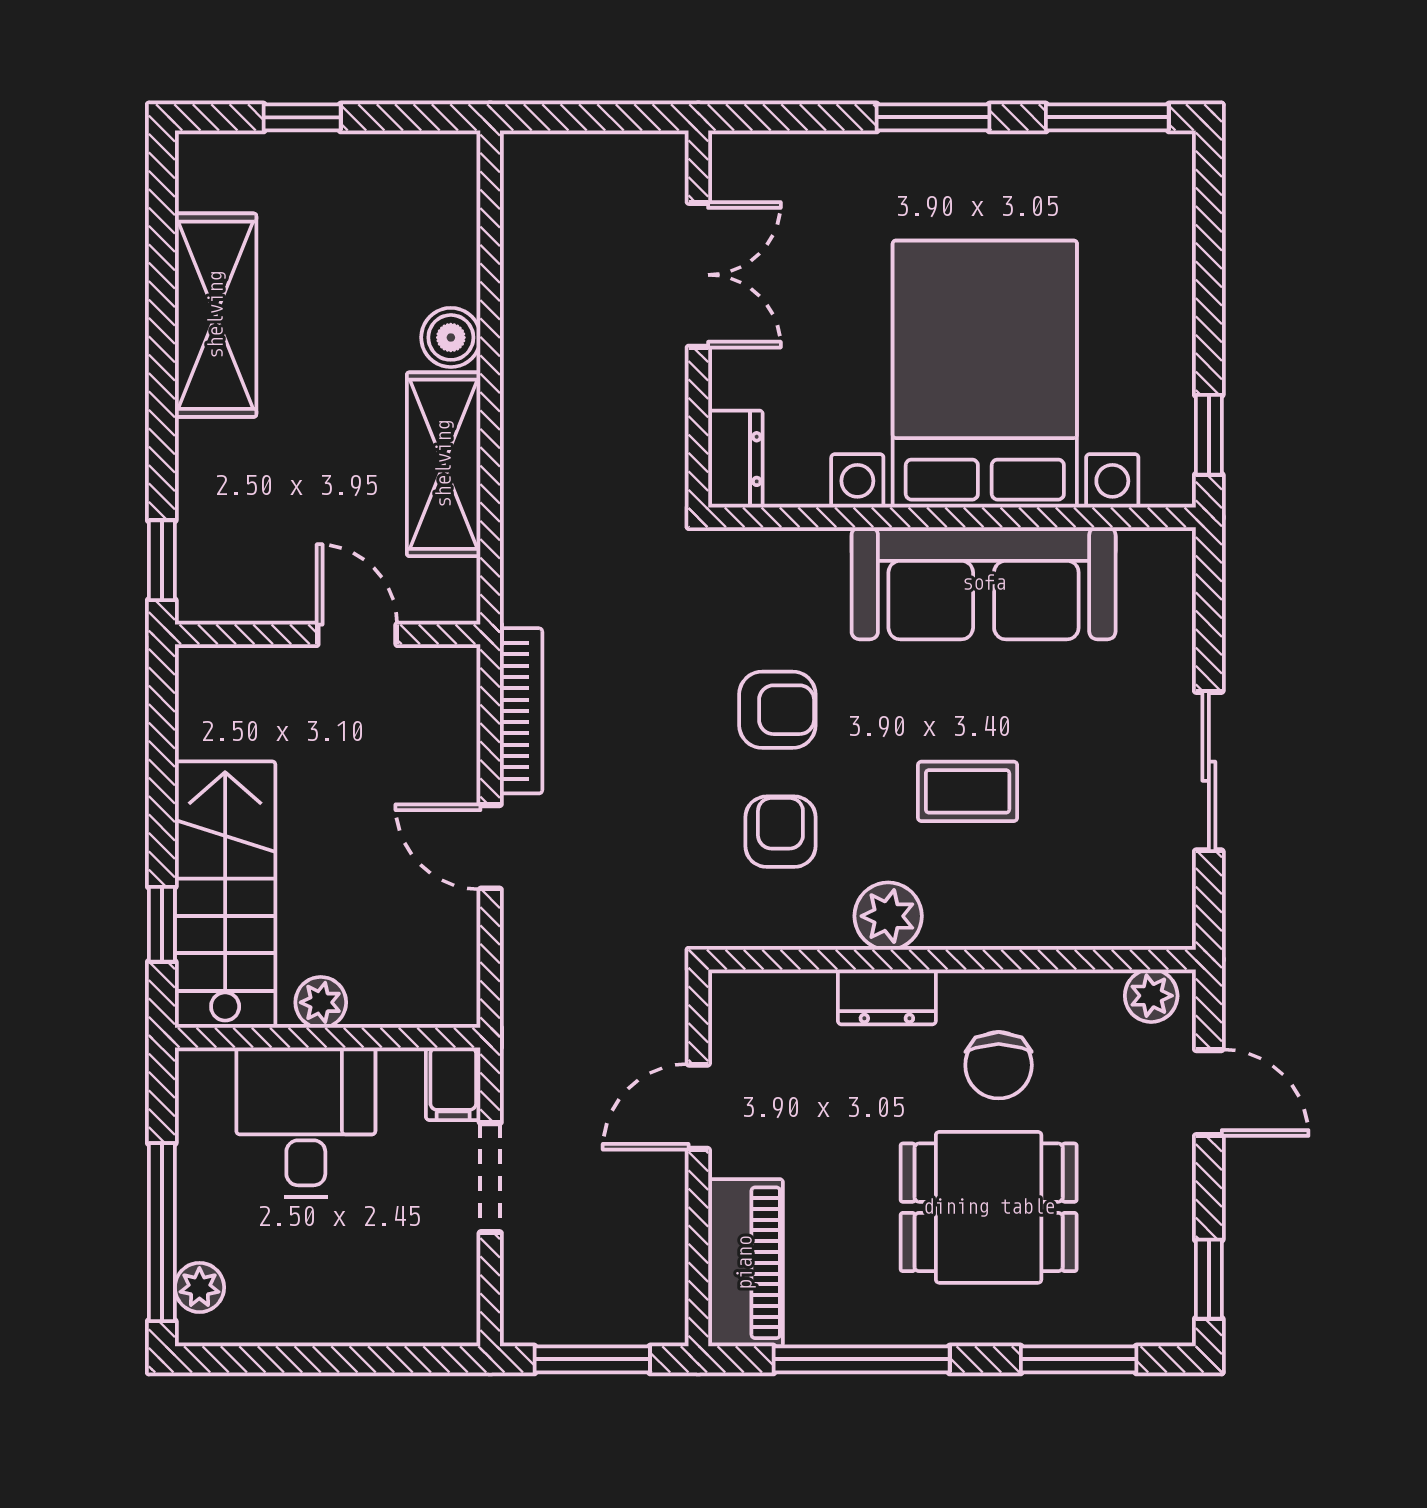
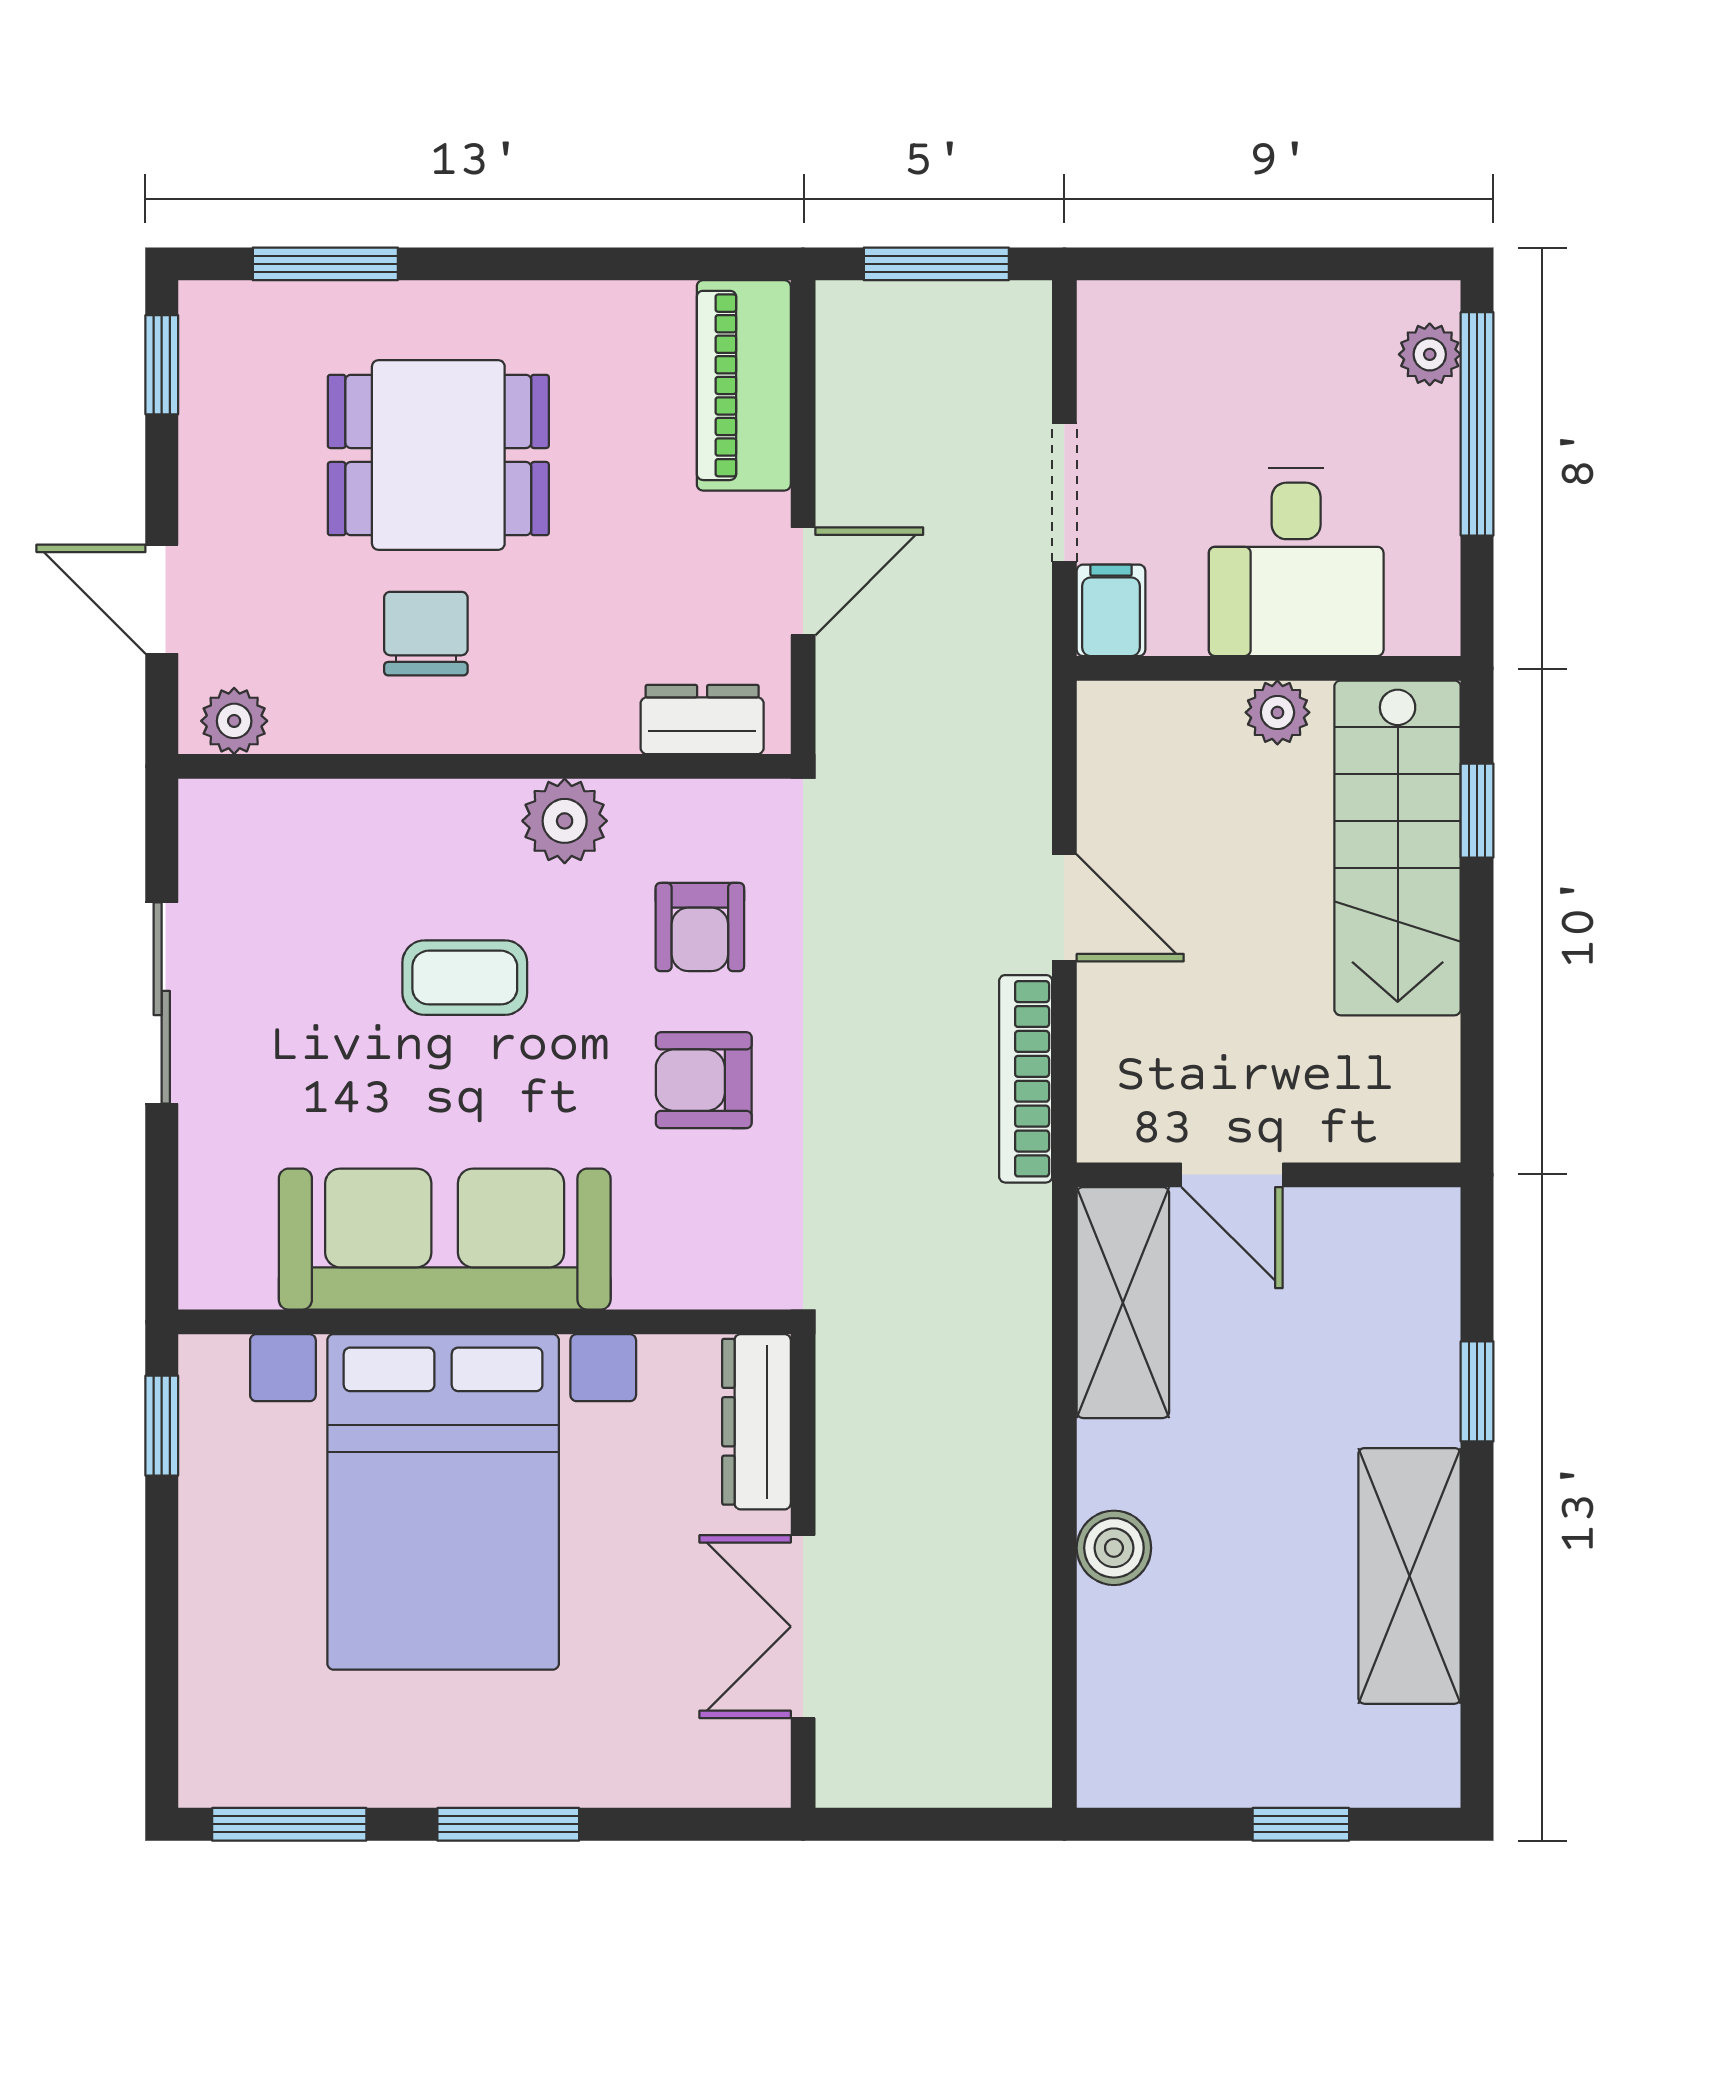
dresser: (735, 459) -> (756, 1422), width x1.44
shelving: (444, 464) -> (1123, 1303), moved
window: (162, 560) -> (1477, 1391), moved
dresser: (887, 997) -> (702, 719), moved
window: (862, 1359) -> (598, 264), removed

